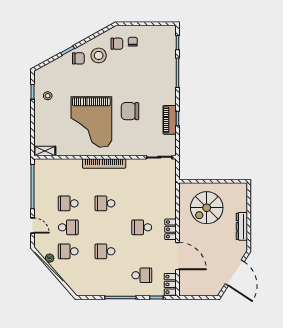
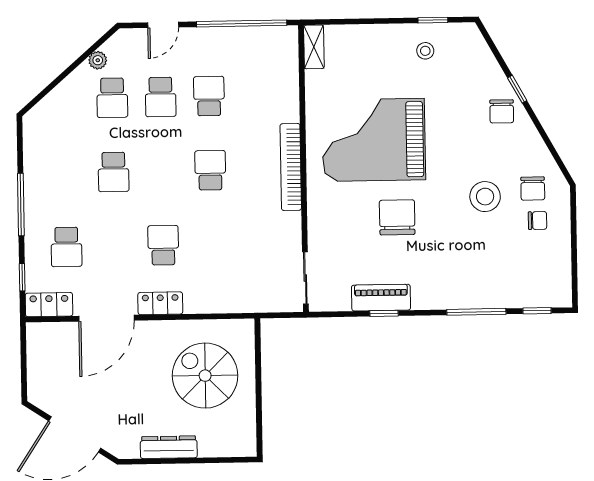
stool: (99, 55) -> (485, 197), moved
school desk: (68, 251) -> (112, 98), turned 180
school desk: (105, 251) -> (114, 172), turned 180

